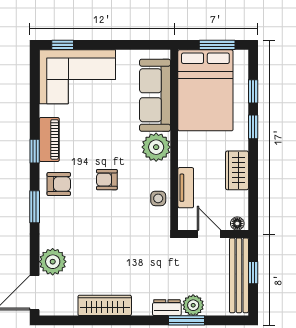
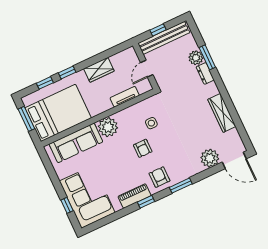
window: (63, 45) -> (67, 205), moved
side table: (158, 198) -> (151, 123), moved
floor lamp: (237, 224) -> (132, 54), removed

